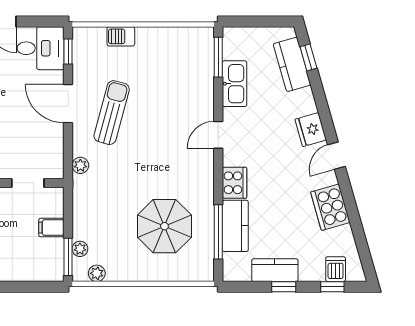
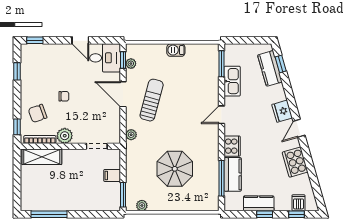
barbecue: (121, 36) -> (176, 50), moved
parasol: (164, 226) -> (175, 169), moved
plant: (80, 249) -> (131, 64), moved

